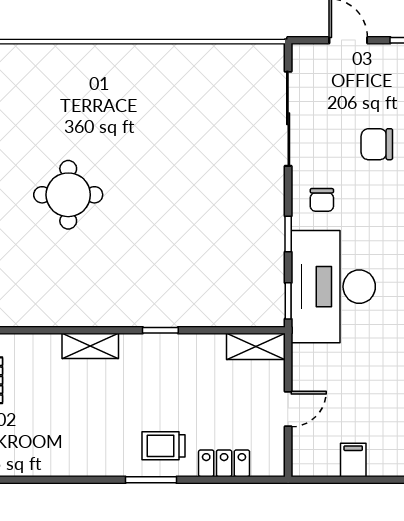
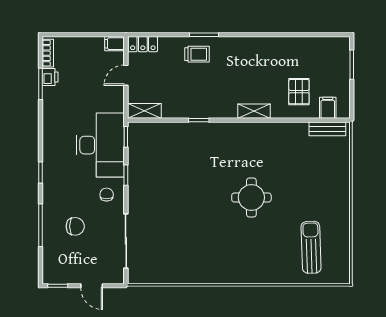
shelving: (90, 346) -> (254, 111), moved
filing cabinet: (353, 460) -> (115, 44), moved, turned 90
locker: (224, 463) -> (143, 44), moved

